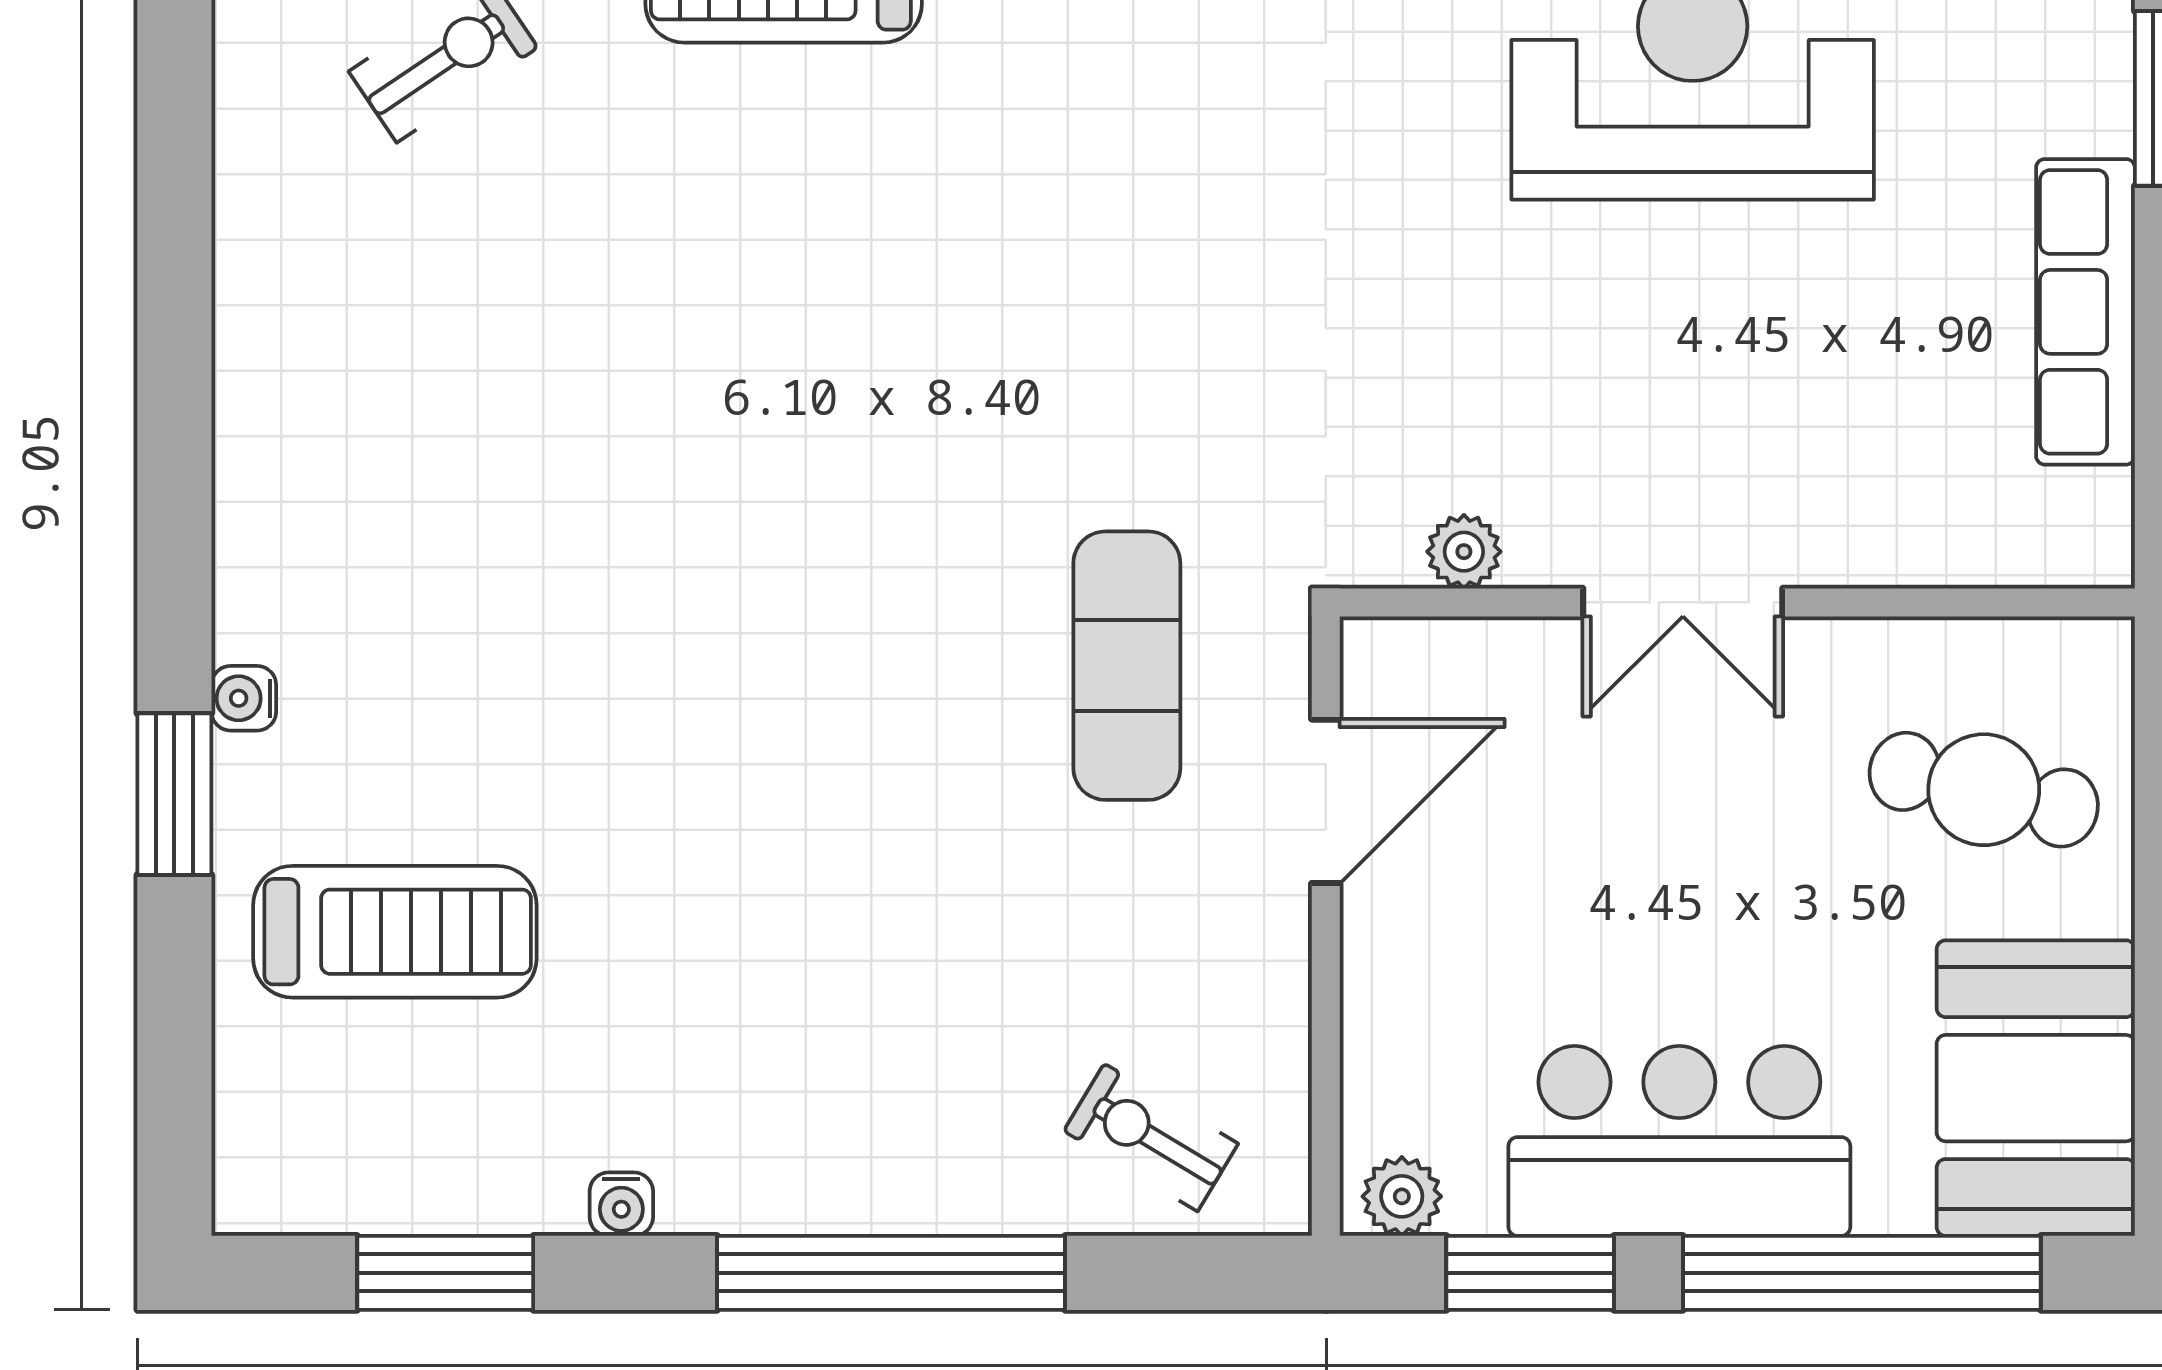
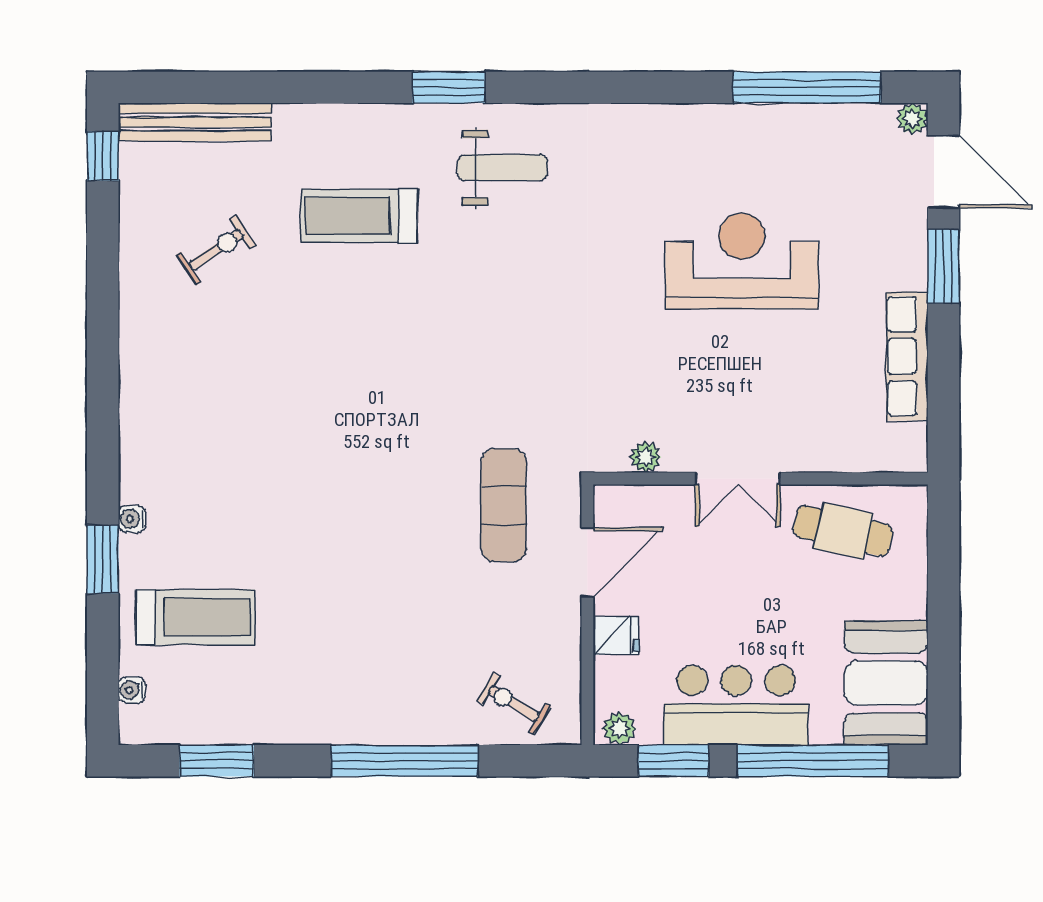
cafe table: (1984, 790) -> (843, 531), moved
fridge: (1394, 975) -> (616, 636), added
water cooler: (621, 1204) -> (132, 690), moved, turned 90

